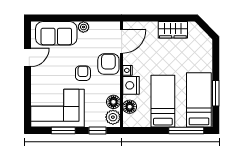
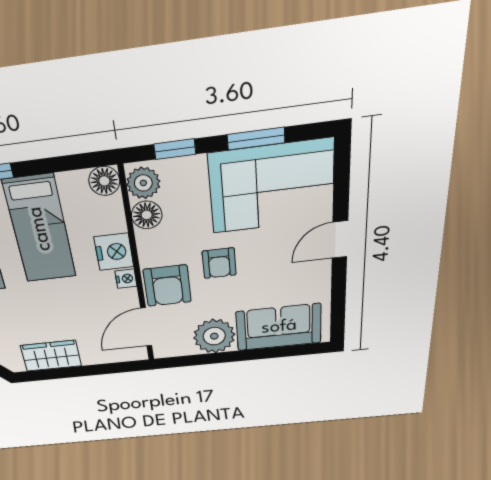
plant: (83, 27) -> (214, 336), width x1.88, depth x1.88
door: (27, 57) -> (340, 240), moved
floor lamp: (130, 107) -> (104, 181), moved

